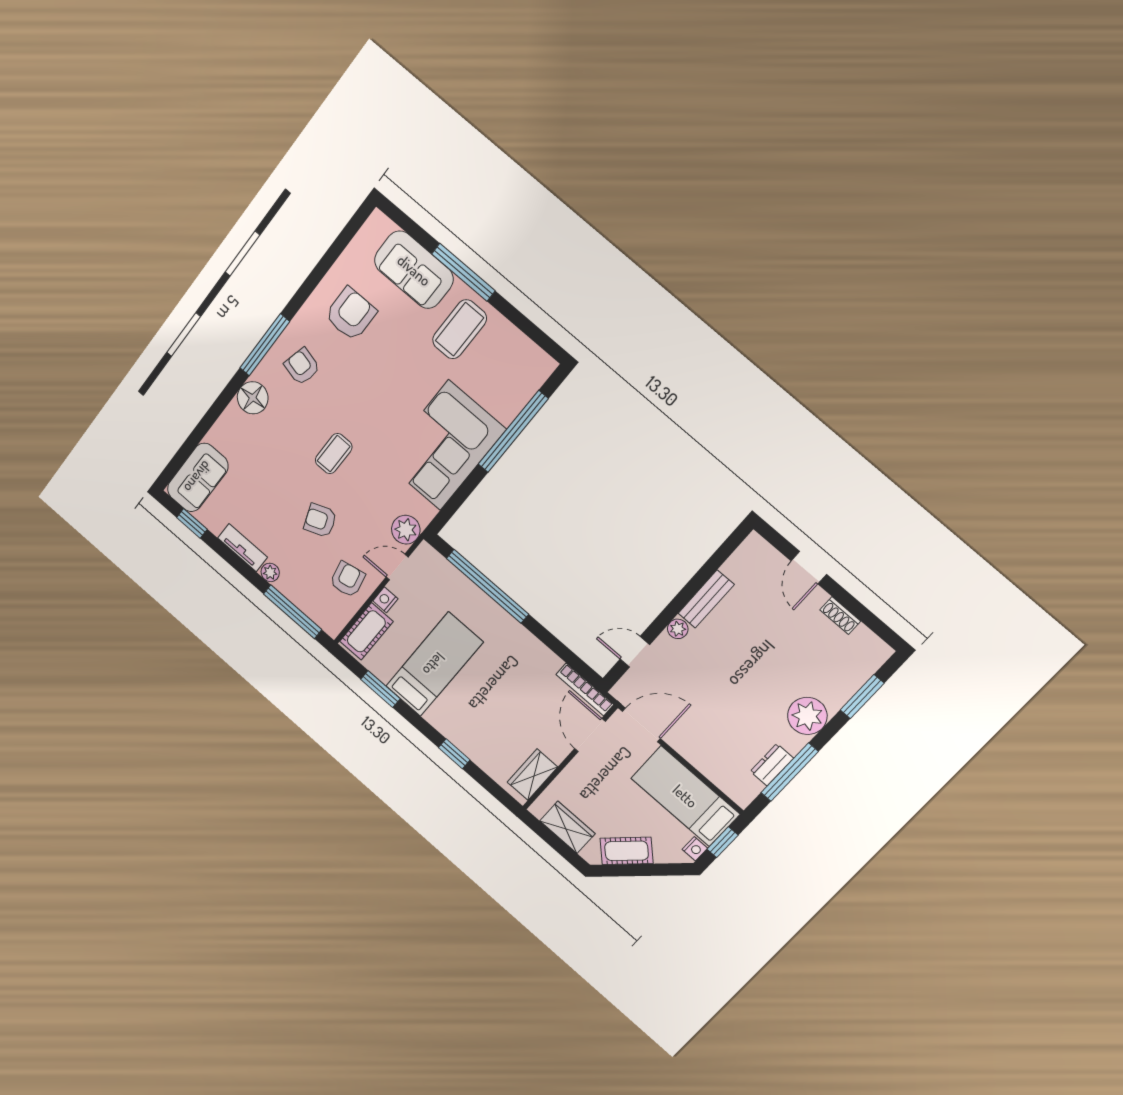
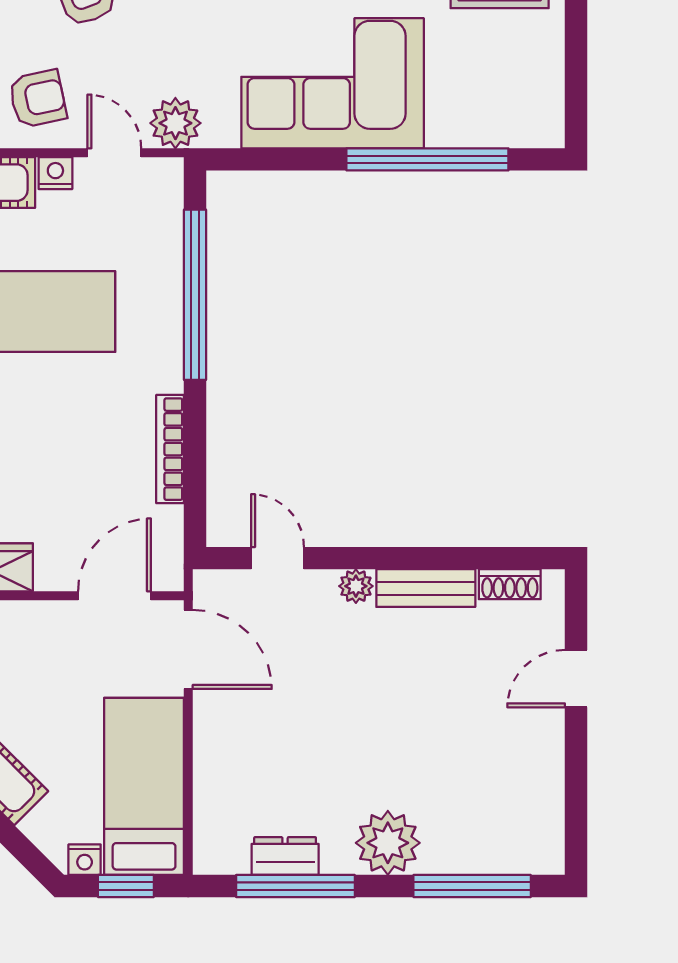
shoe rack: (840, 616) -> (510, 584), moved, turned -90
bookcase: (585, 689) -> (170, 449), moved
window: (862, 697) -> (472, 886), width x1.44

